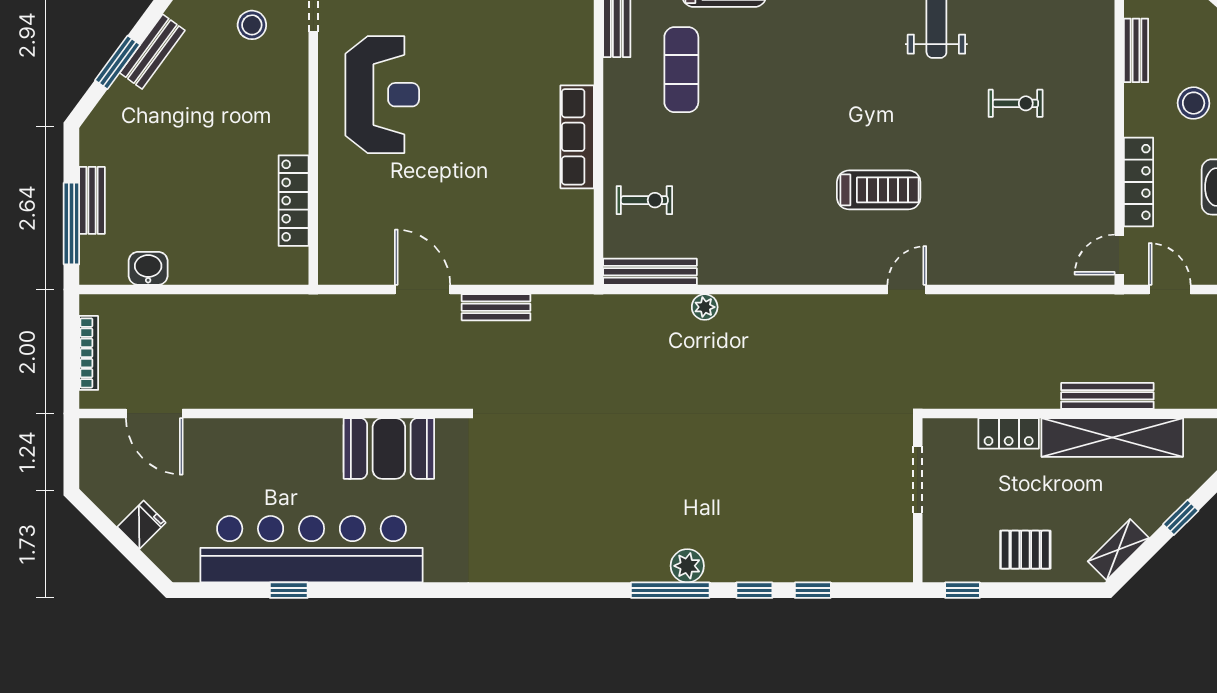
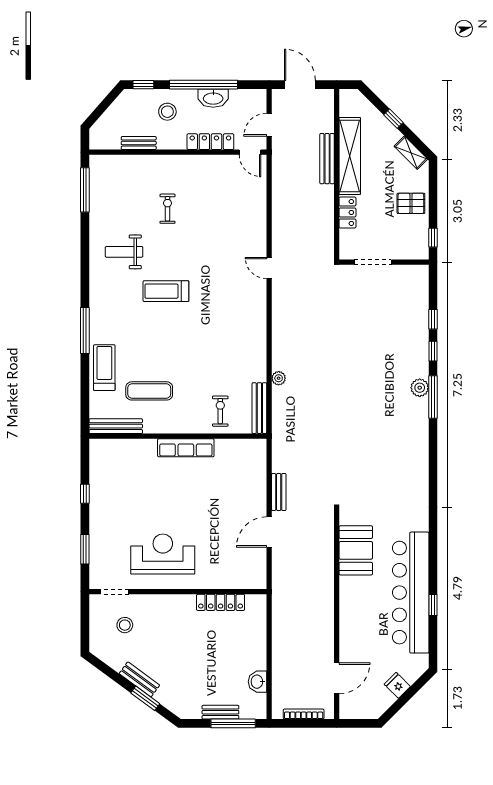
treadmill: (879, 190) -> (166, 291), moved, turned -90
pallet: (1025, 550) -> (411, 203), turned 90

